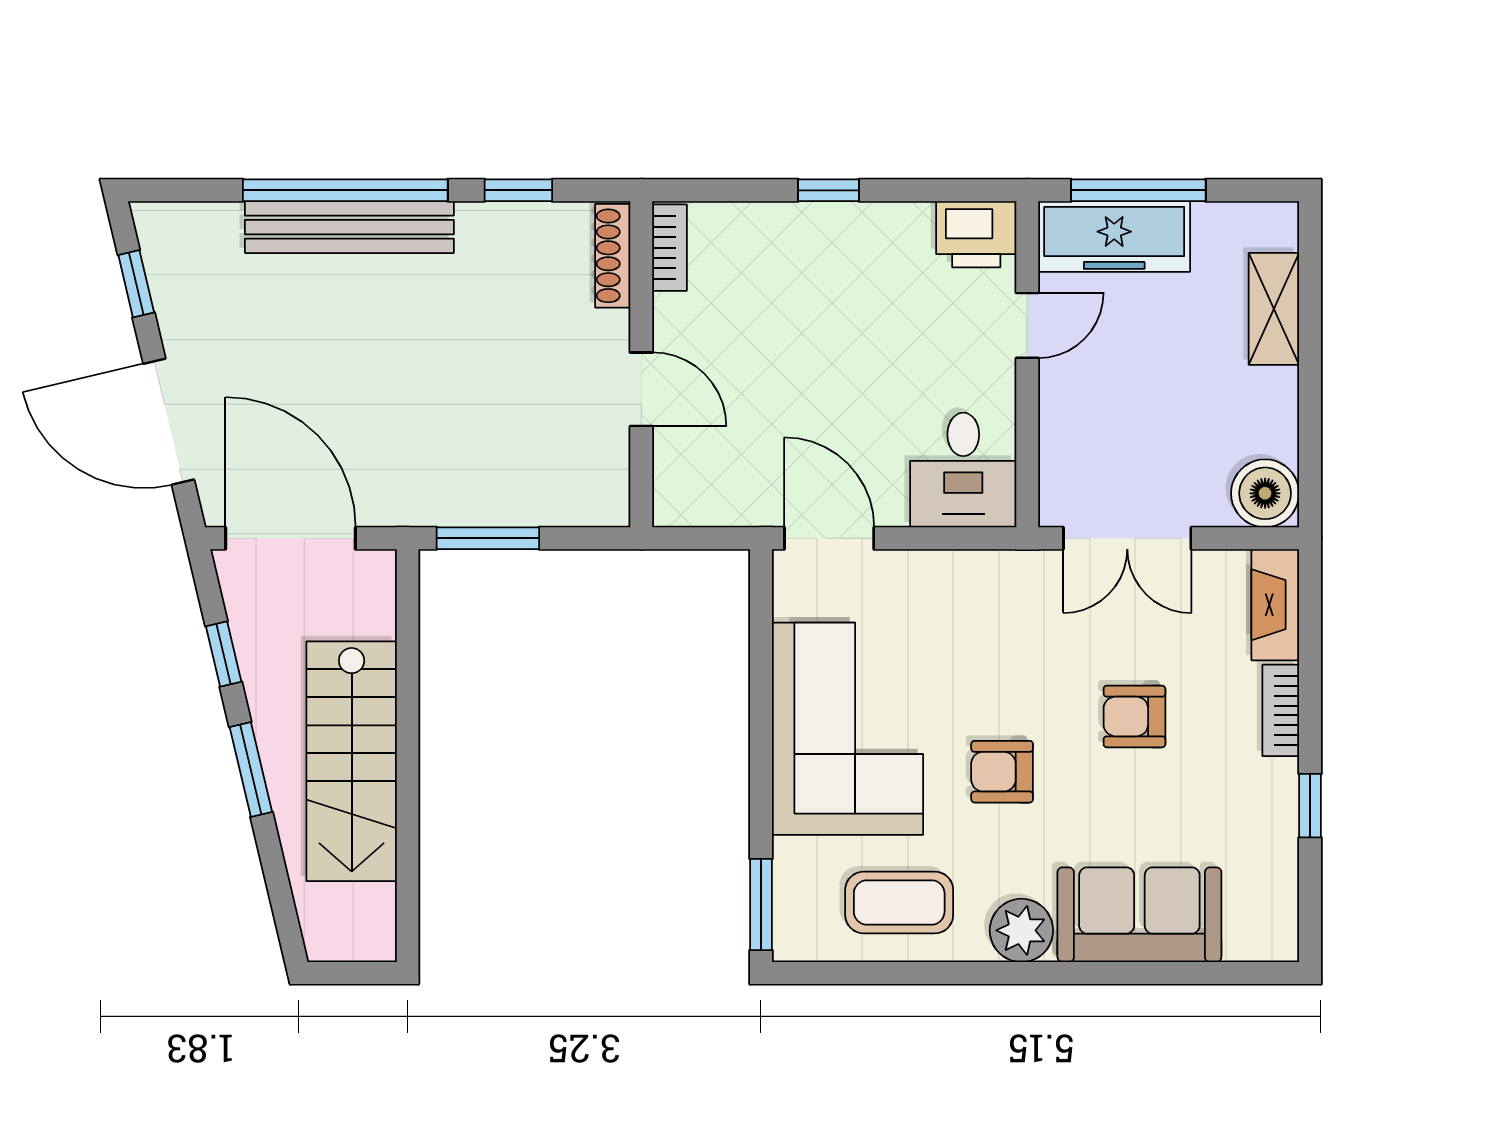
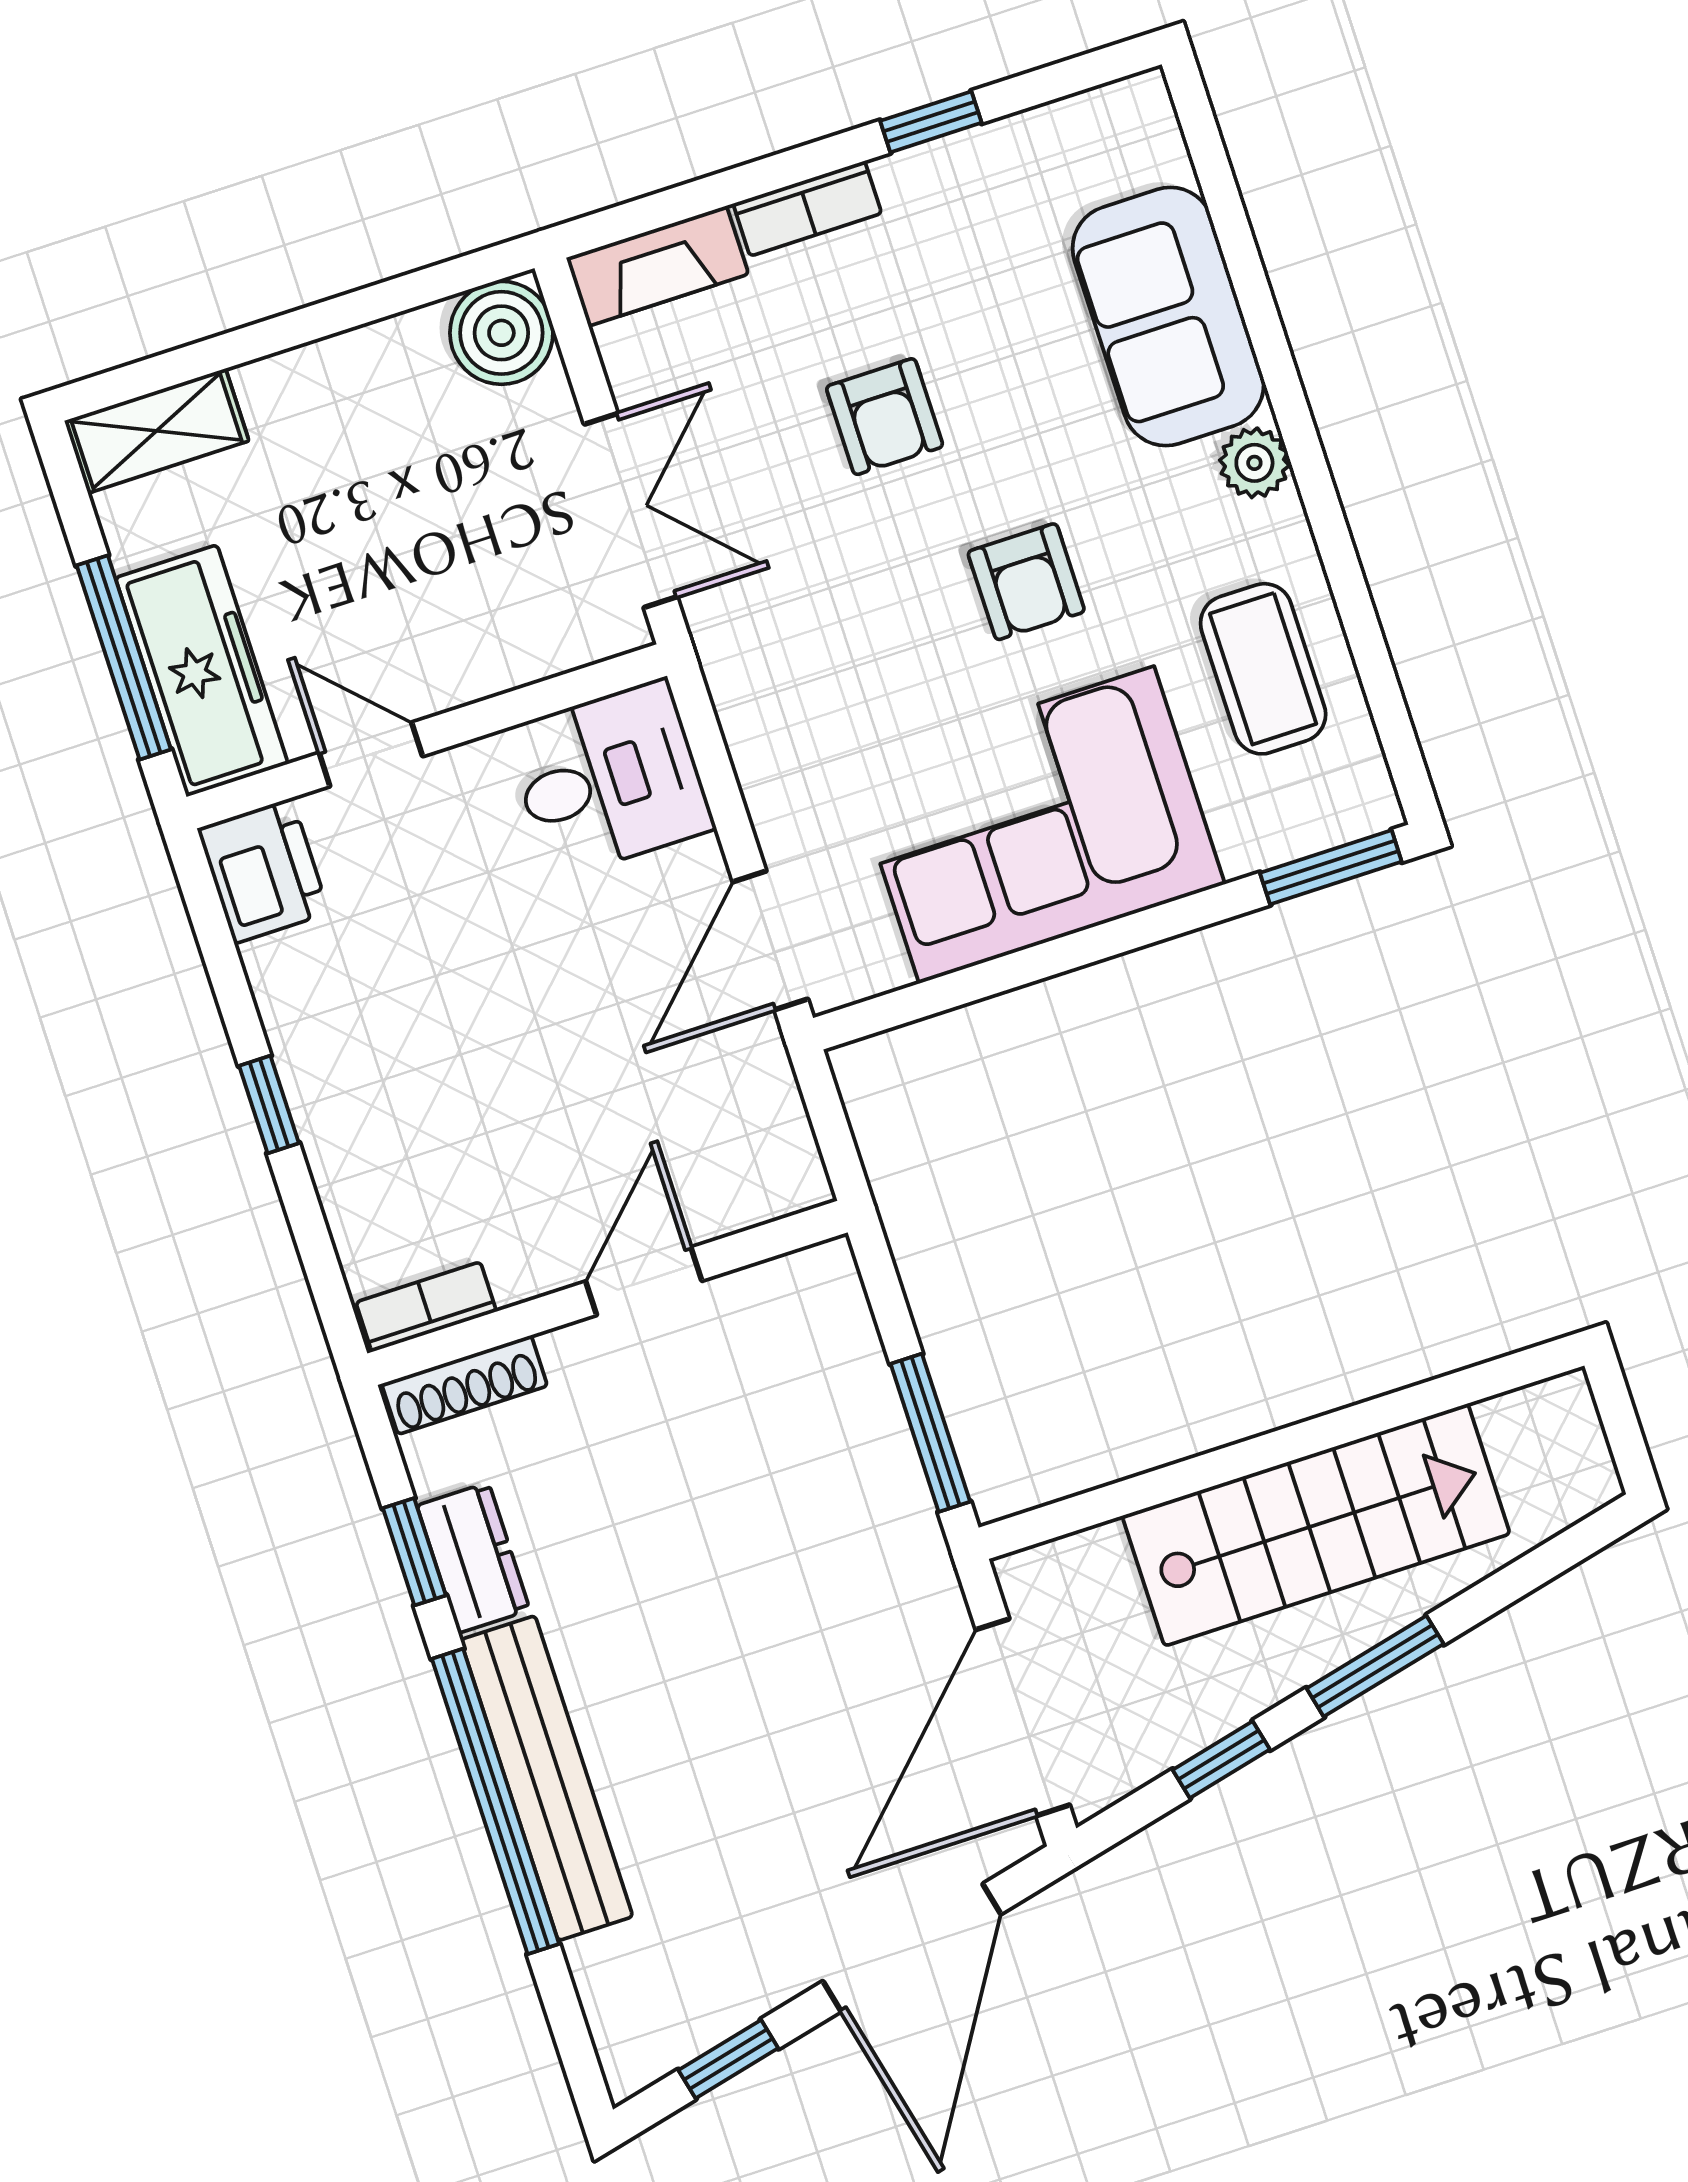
dresser: (503, 226) -> (473, 1558), added
shelving: (1274, 309) -> (157, 431), moved
plant: (1021, 930) -> (1254, 463), width x0.73, depth x0.73

